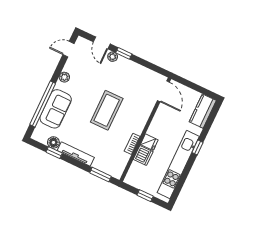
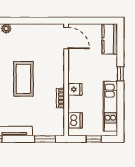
window: (124, 53) -> (15, 21), removed
dishwasher: (143, 156) -> (75, 120), moved
kitchen unit: (178, 164) -> (110, 106), width x0.73

